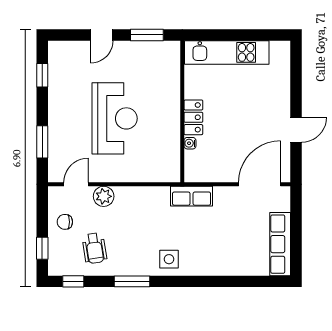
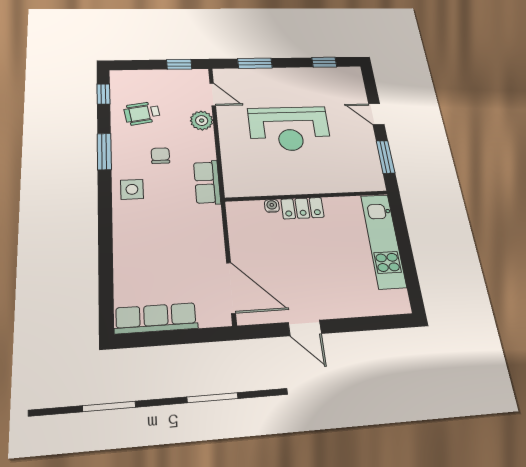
row of seats: (192, 196) -> (207, 182), moved
chair: (65, 222) -> (160, 156), moved
window: (42, 248) -> (179, 64), moved

